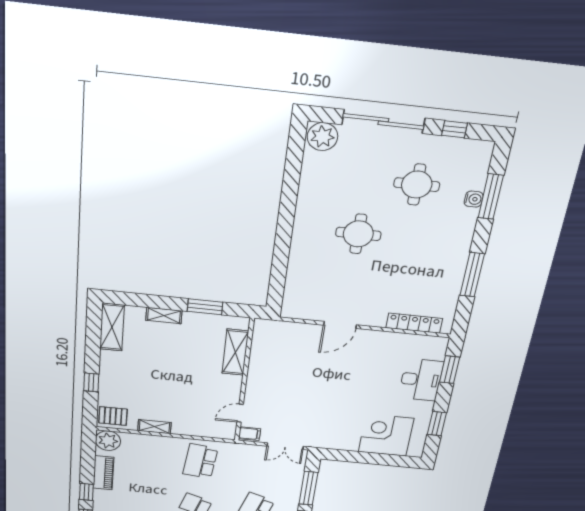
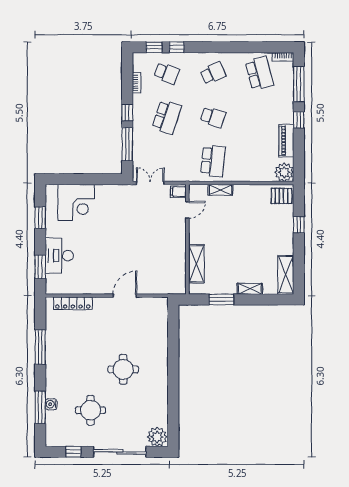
shelving: (154, 427) -> (220, 190), moved

